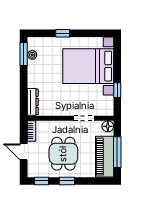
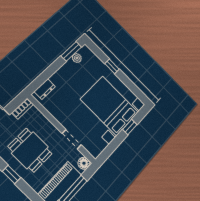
window: (117, 90) -> (130, 127), moved
dresser: (33, 102) -> (45, 89), width x0.70
dining table: (63, 154) -> (30, 150), turned 90

